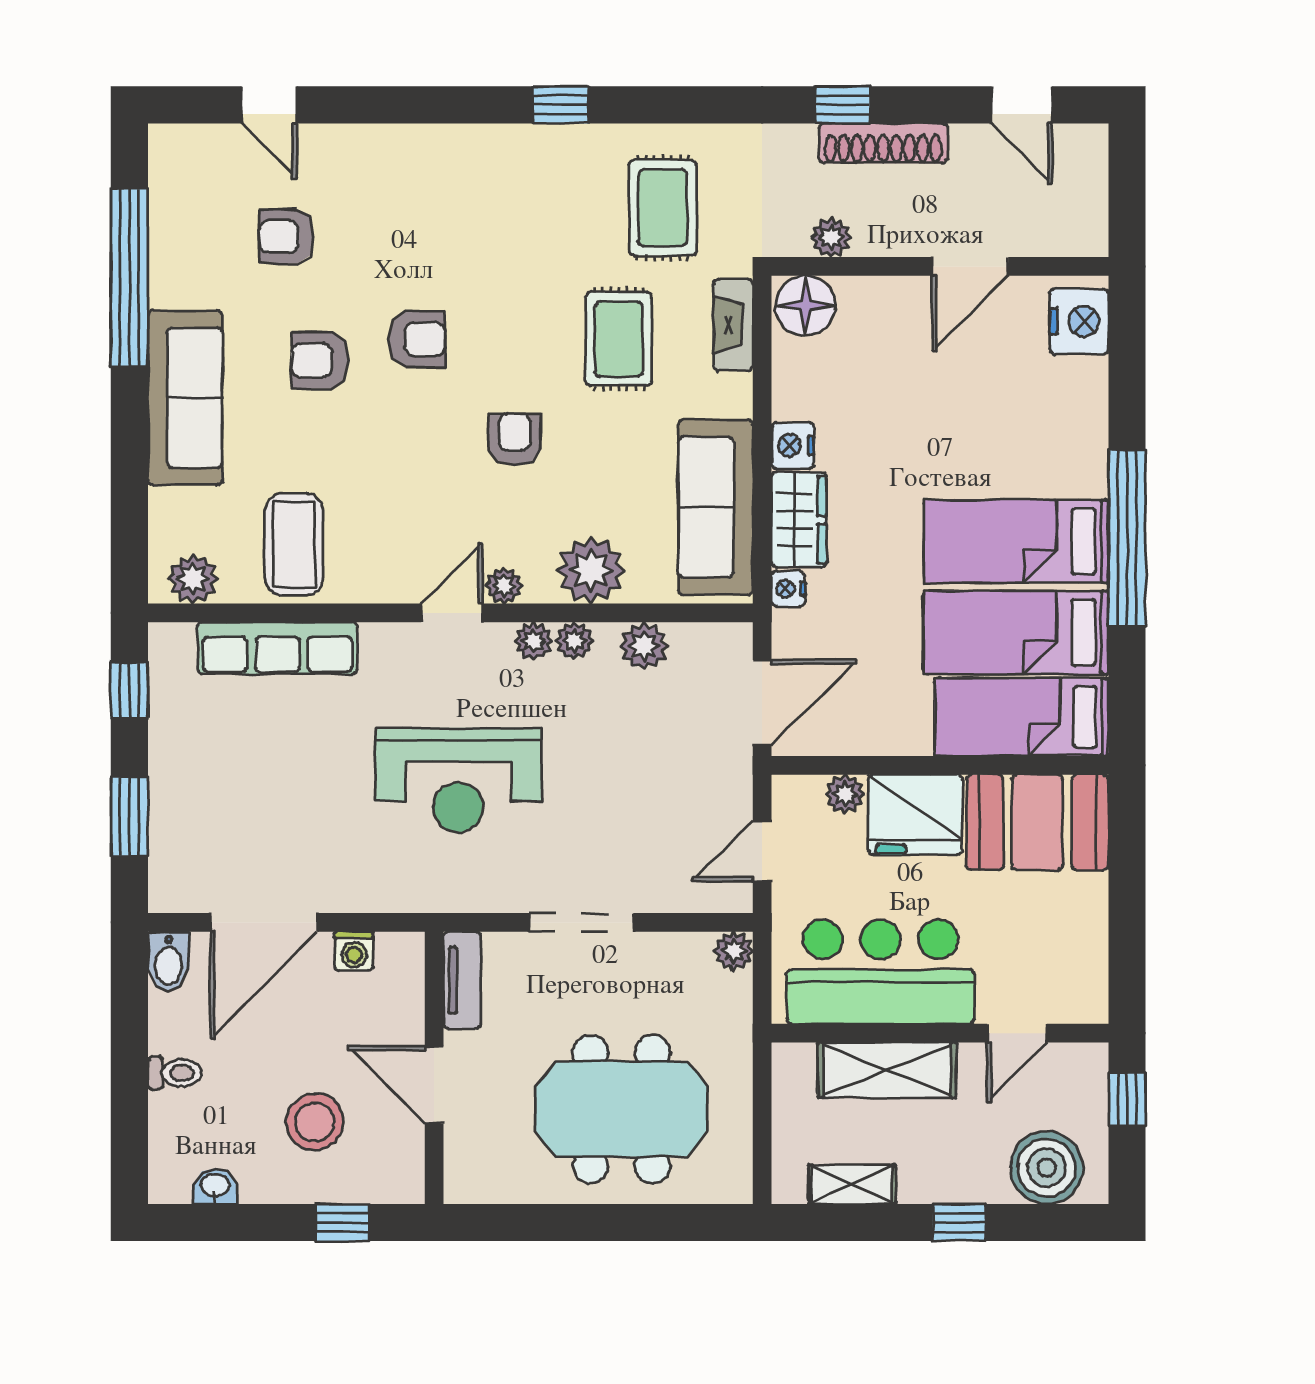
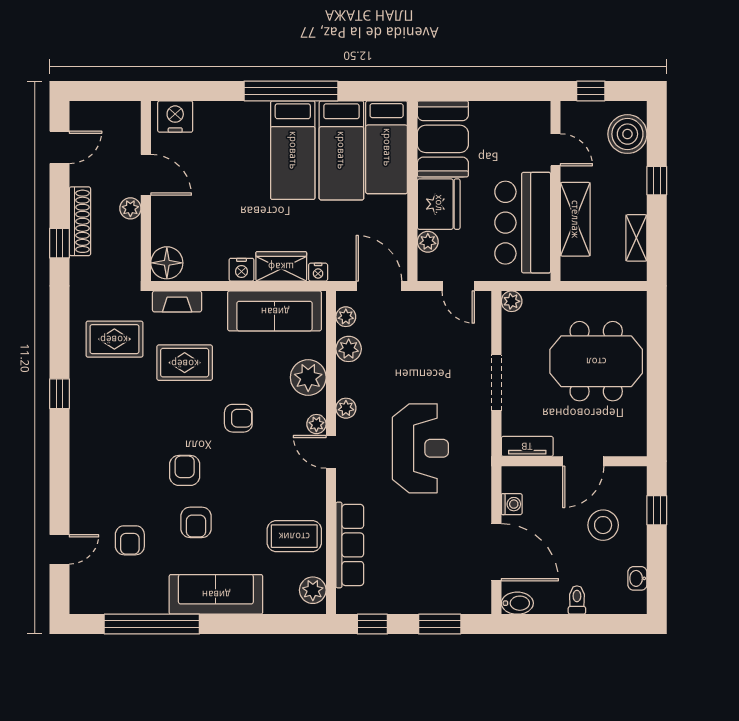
plant: (831, 237) -> (130, 208), moved
armchair: (515, 439) -> (238, 418), turned 180
plant: (574, 641) -> (346, 317), moved
meeting table: (621, 1109) -> (596, 361), turned 90

